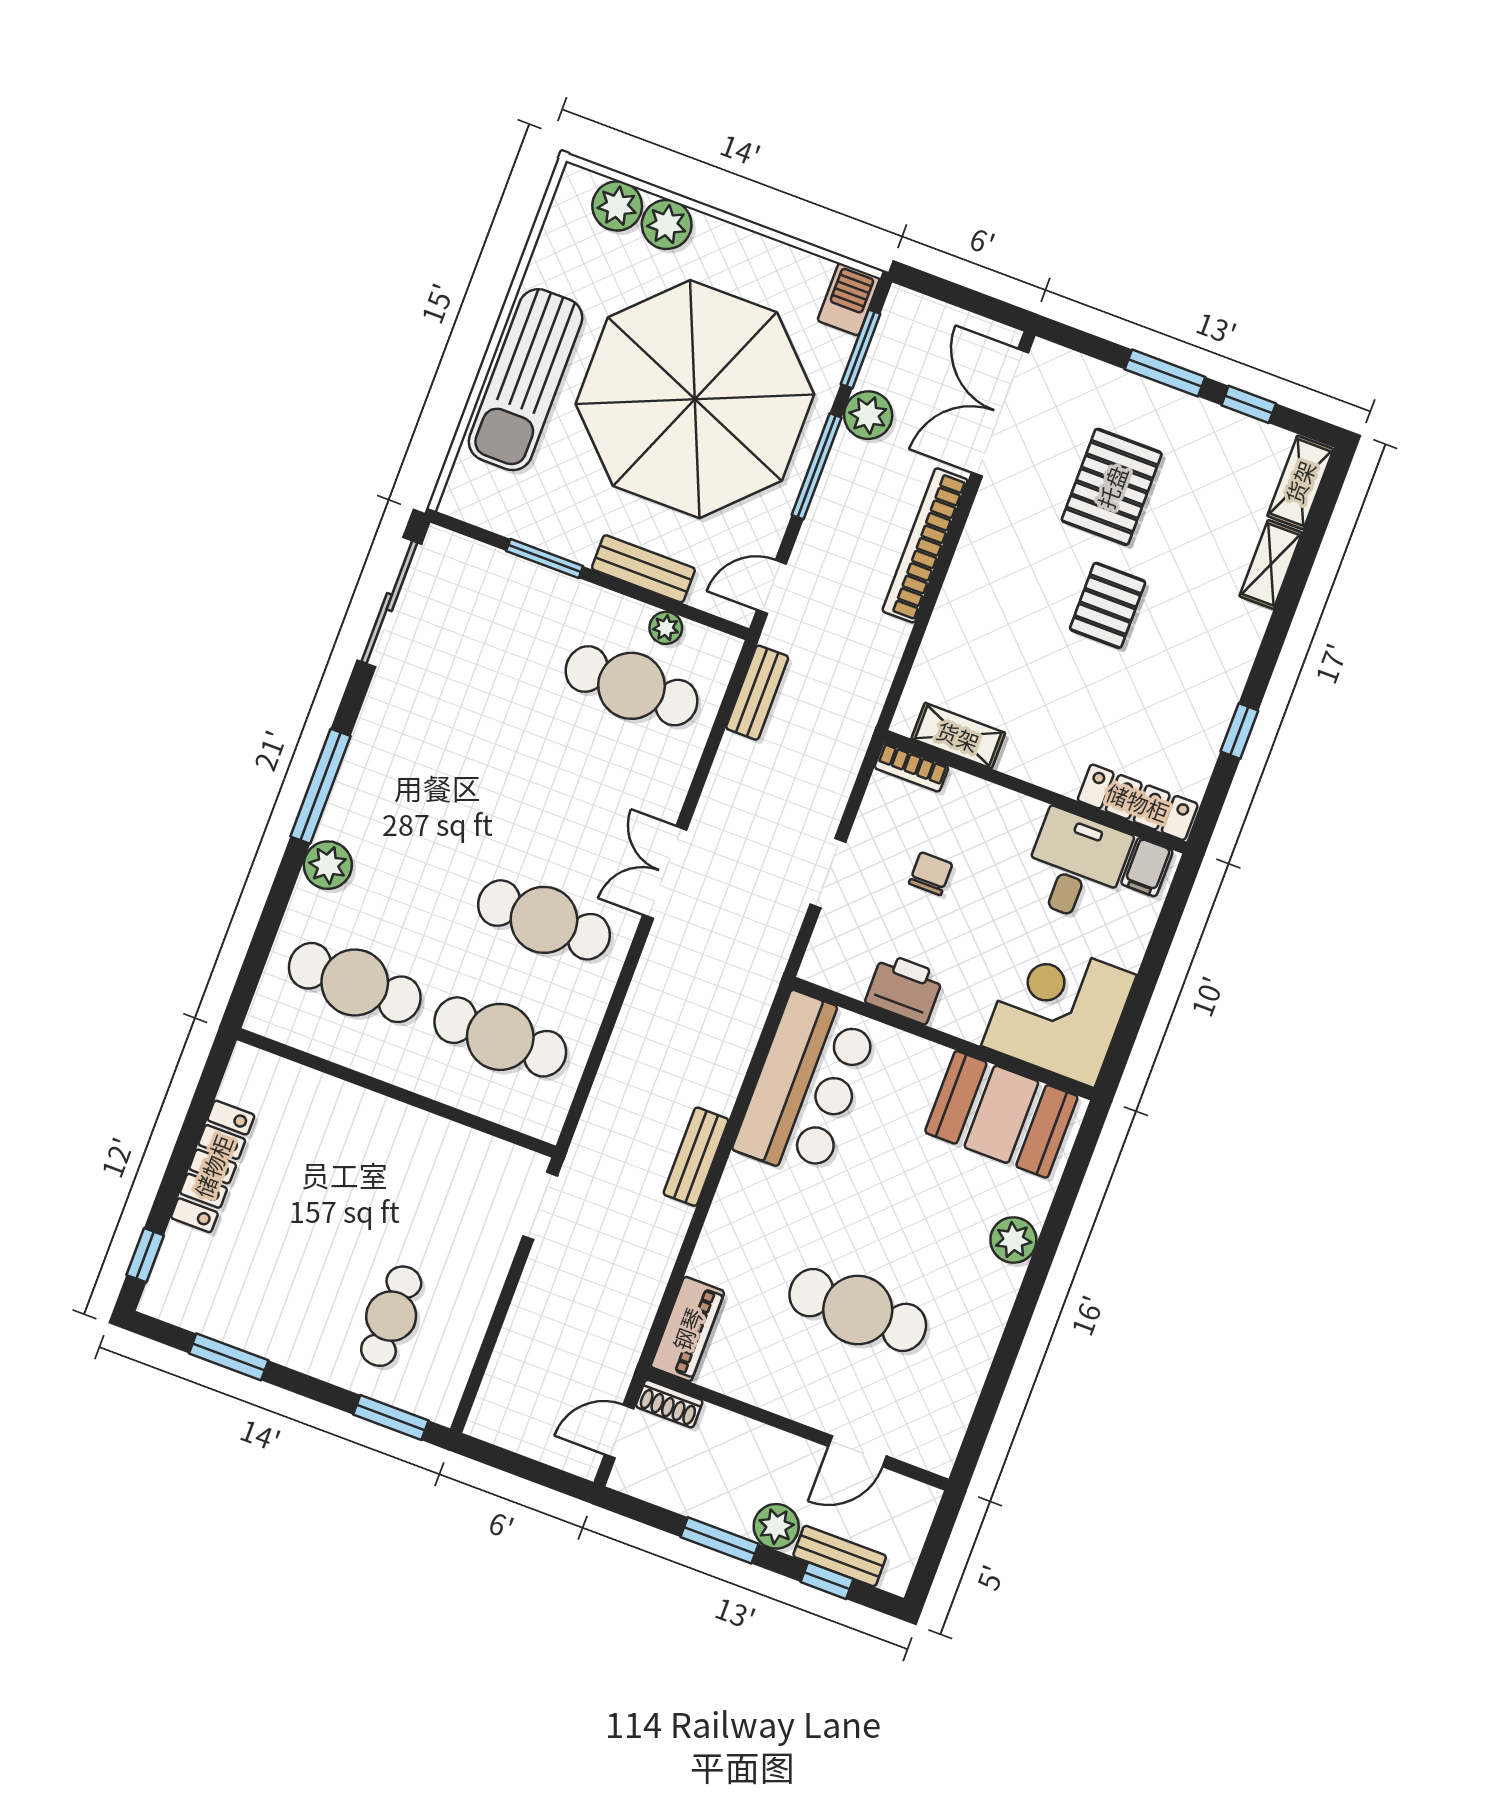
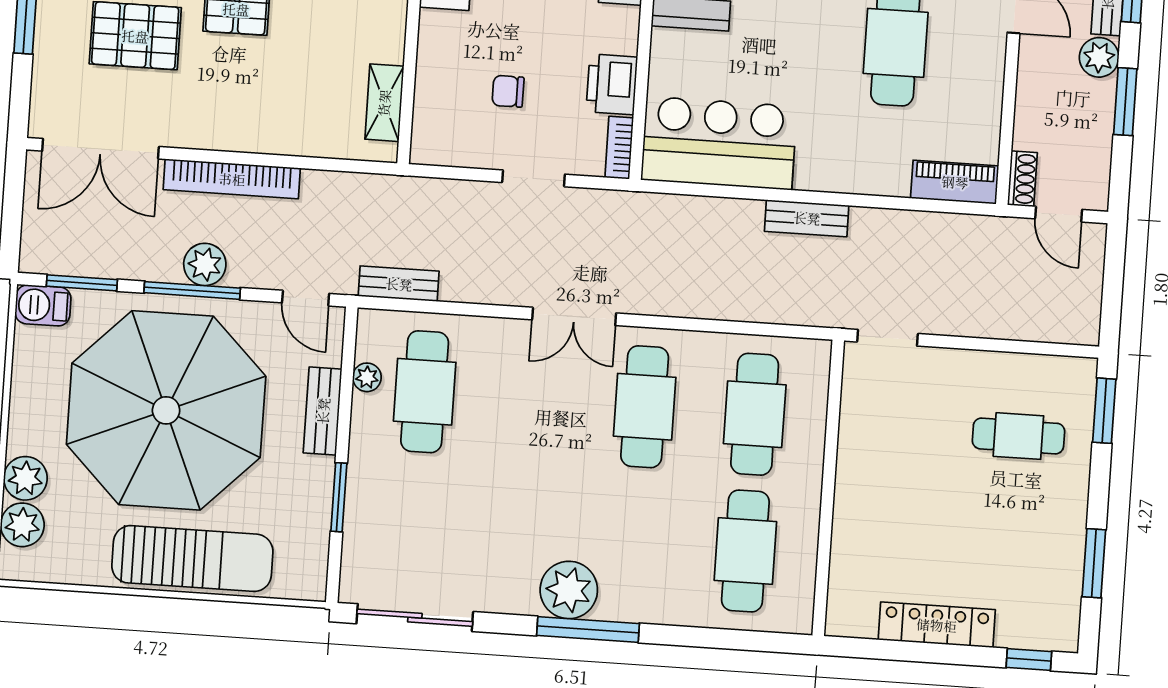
plant: (868, 415) -> (205, 264), moved
bookcase: (911, 767) -> (619, 148), moved, turned 180
plant: (328, 865) -> (569, 590), moved, width x1.36, depth x1.36

